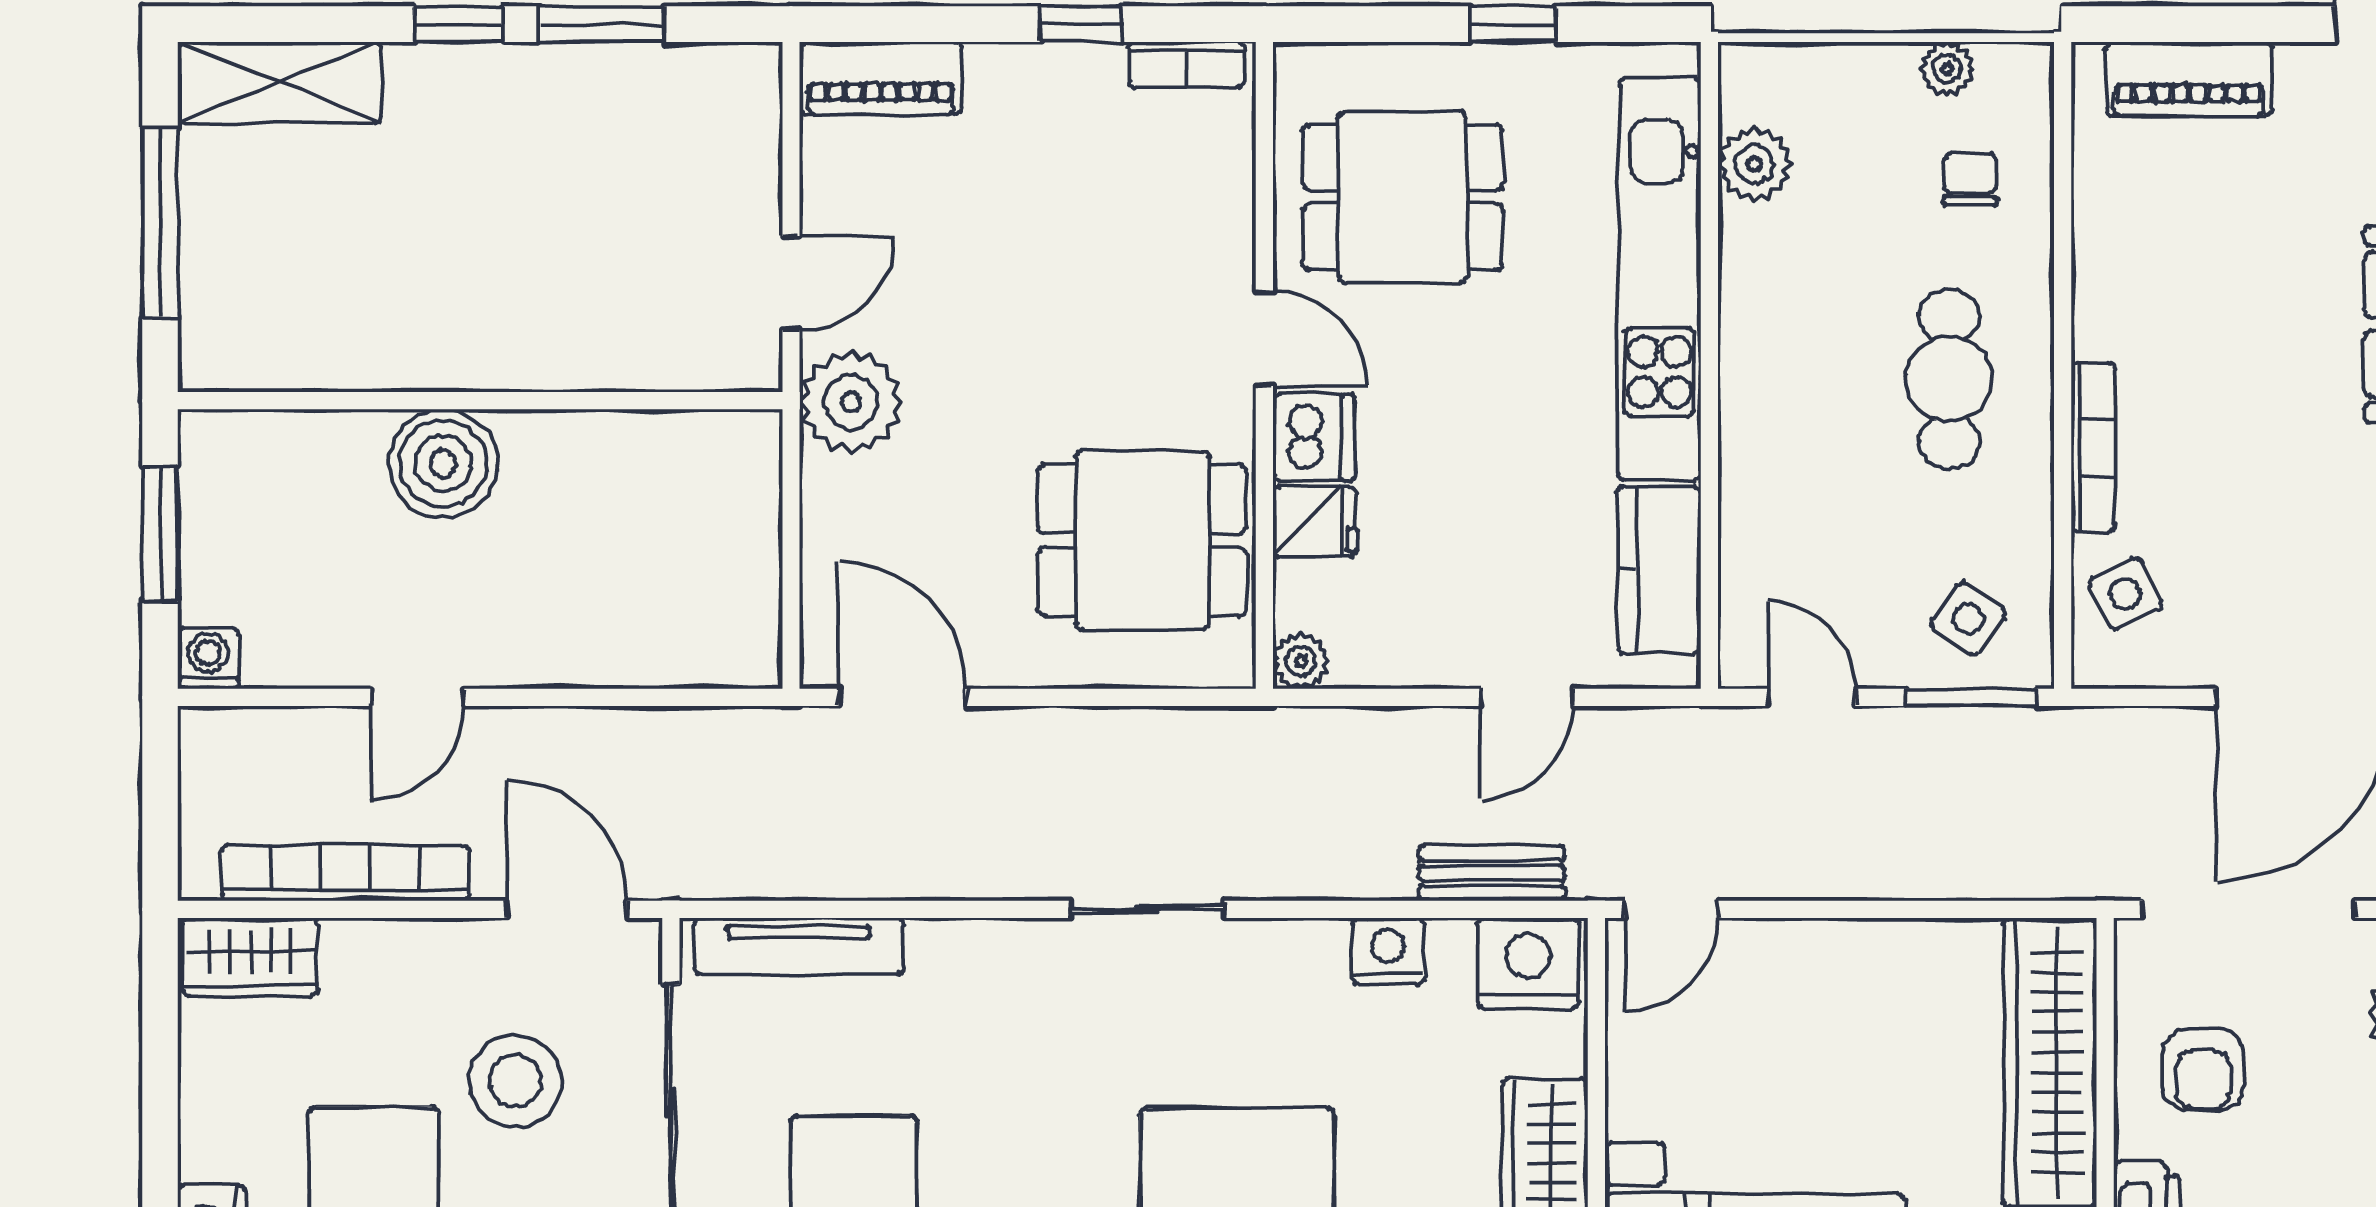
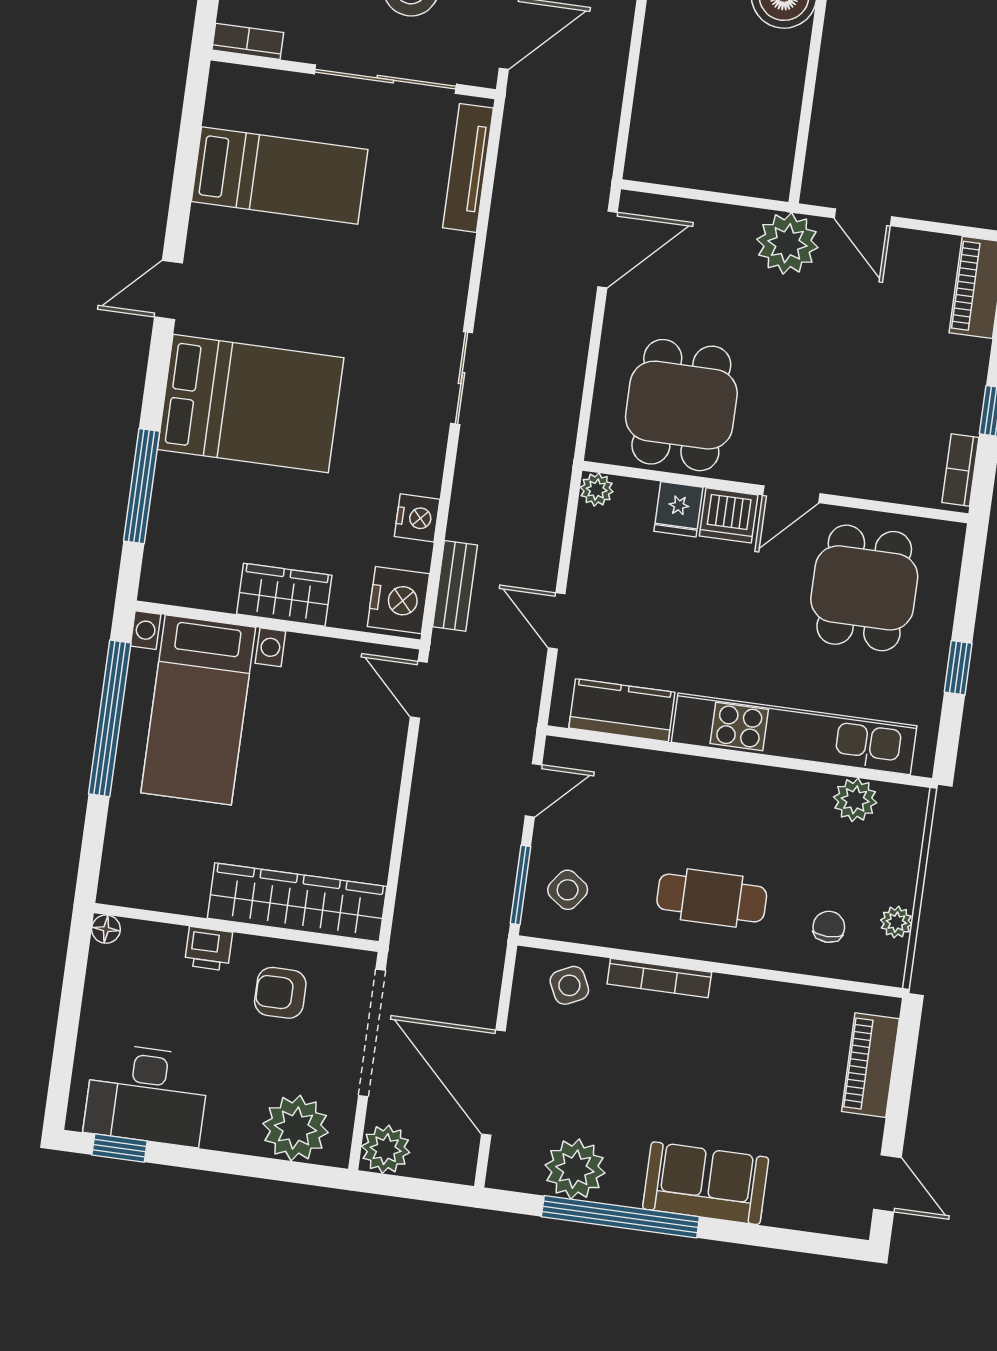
chair: (1970, 179) -> (829, 927), turned -90

